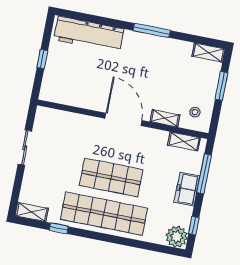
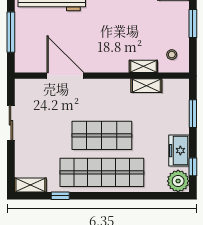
window: (42, 59) -> (11, 32), width x2.17
door: (123, 119) -> (65, 76), moved
shelving: (184, 141) -> (146, 86), moved
window: (204, 174) -> (193, 114), width x0.69
freezer: (187, 189) -> (179, 151), moved

